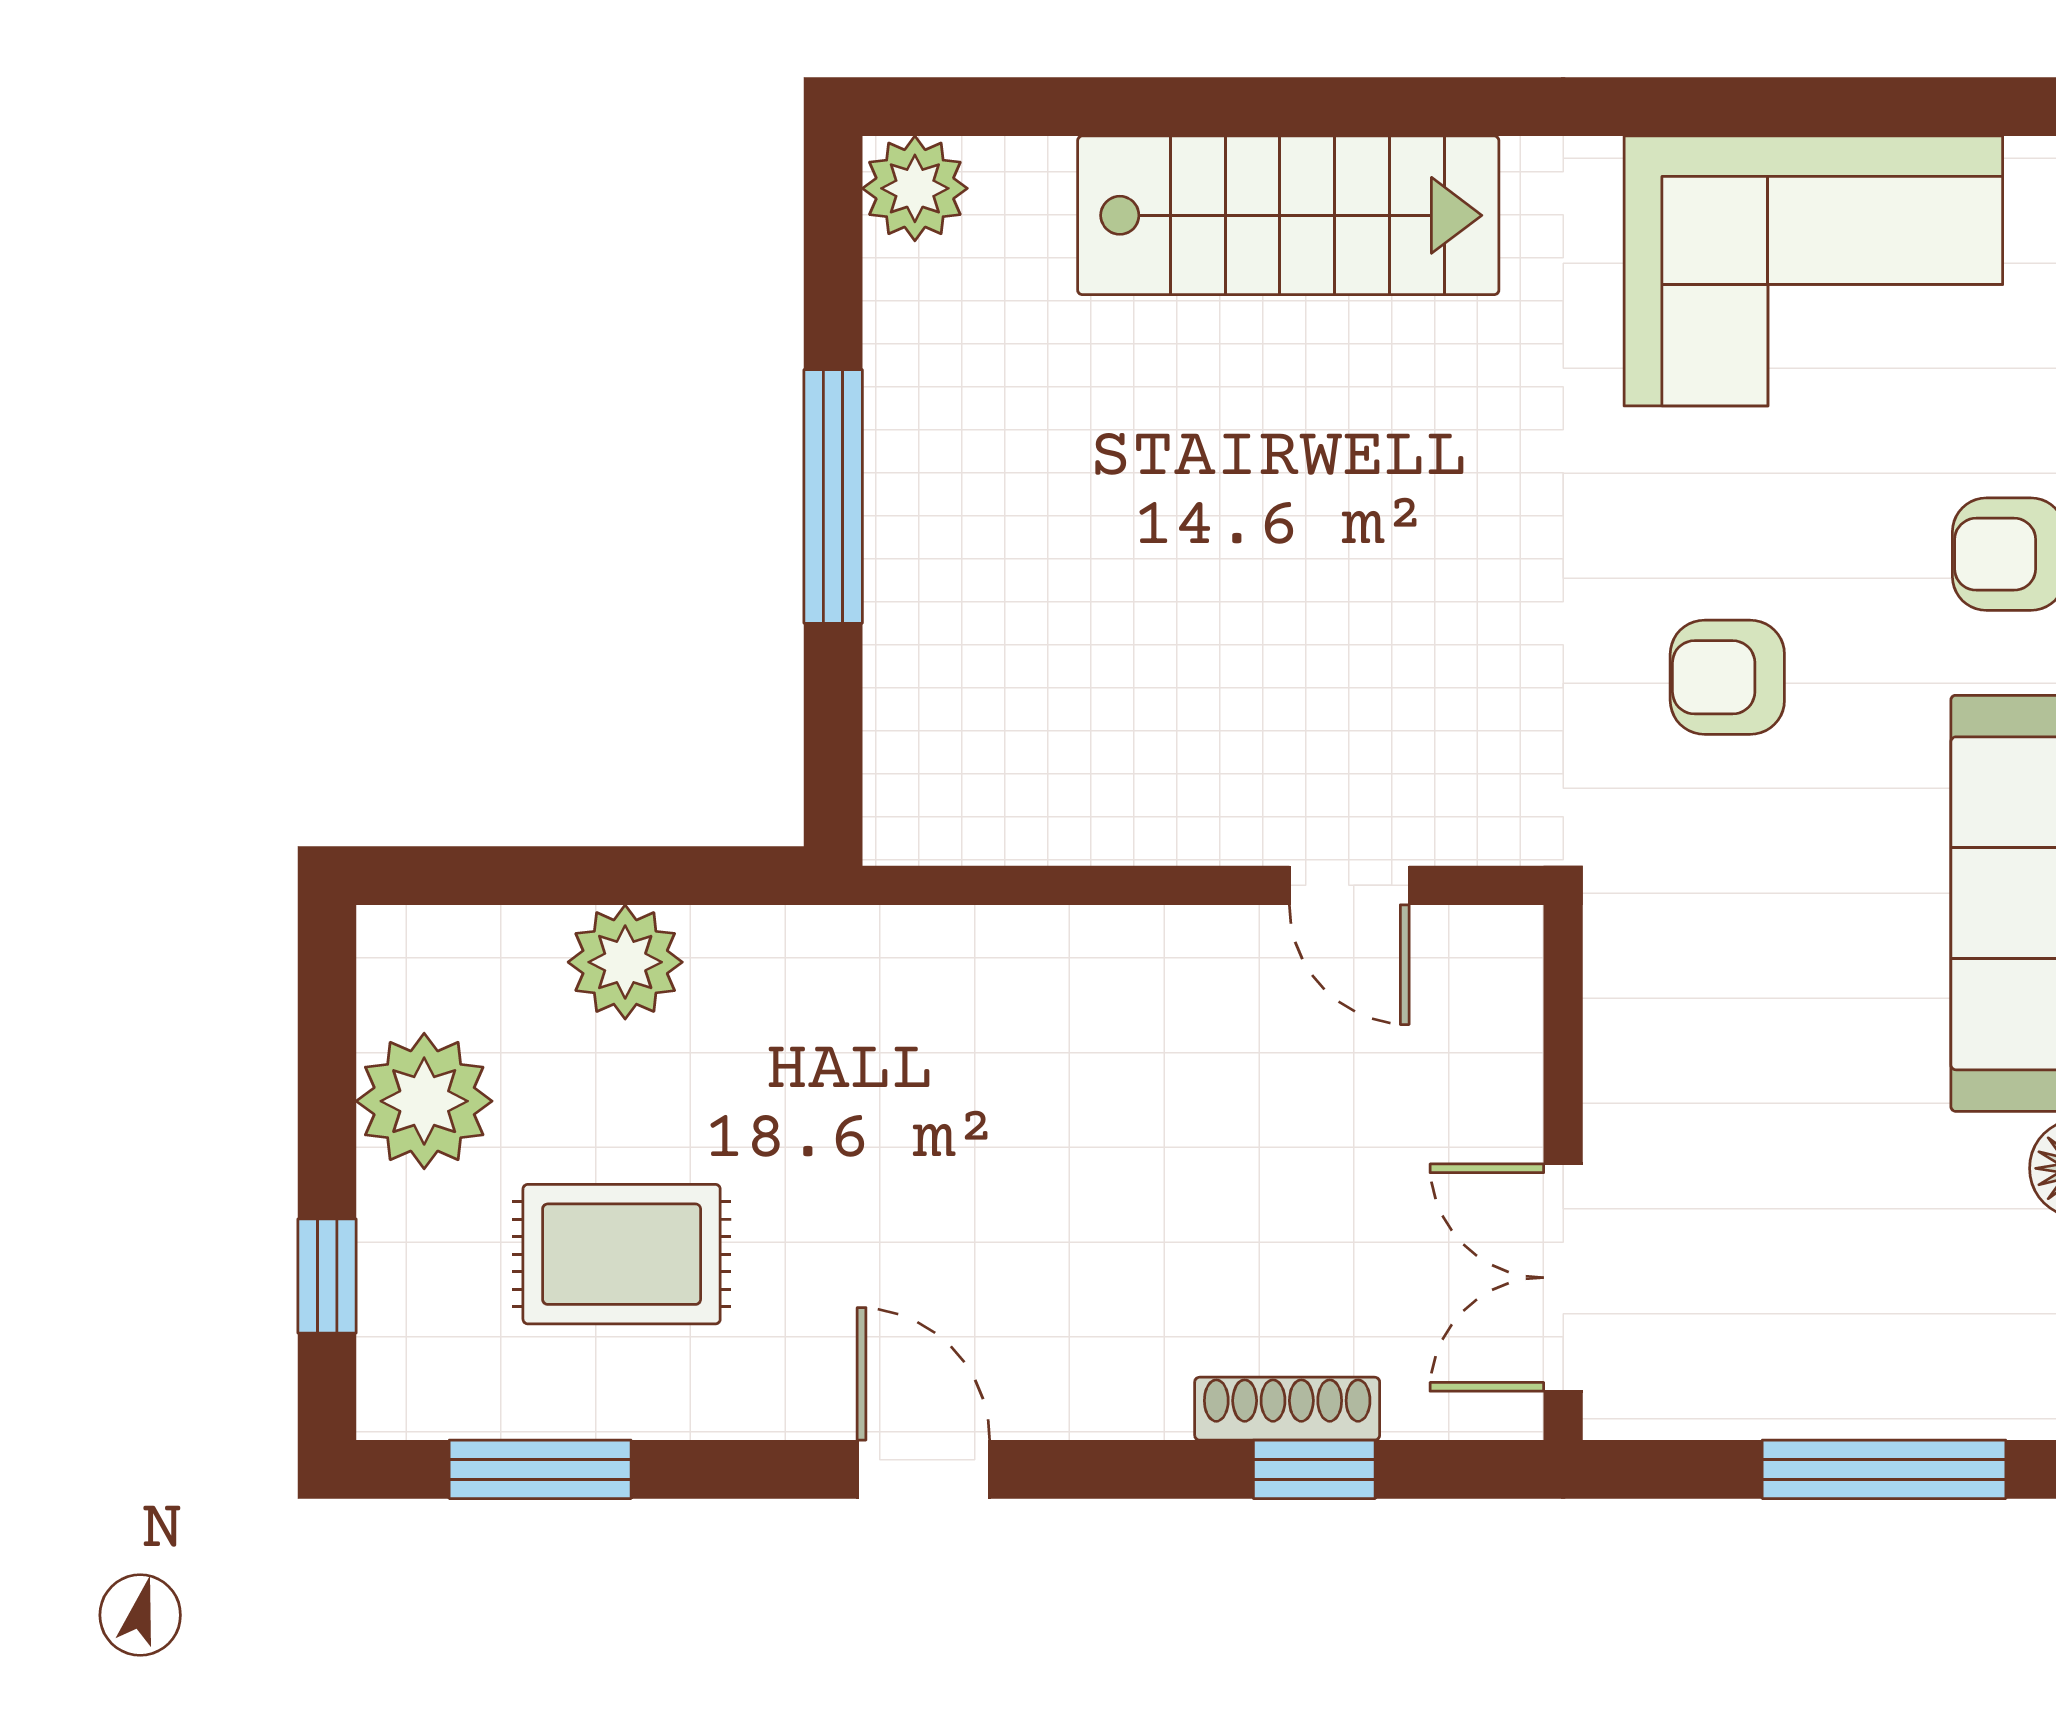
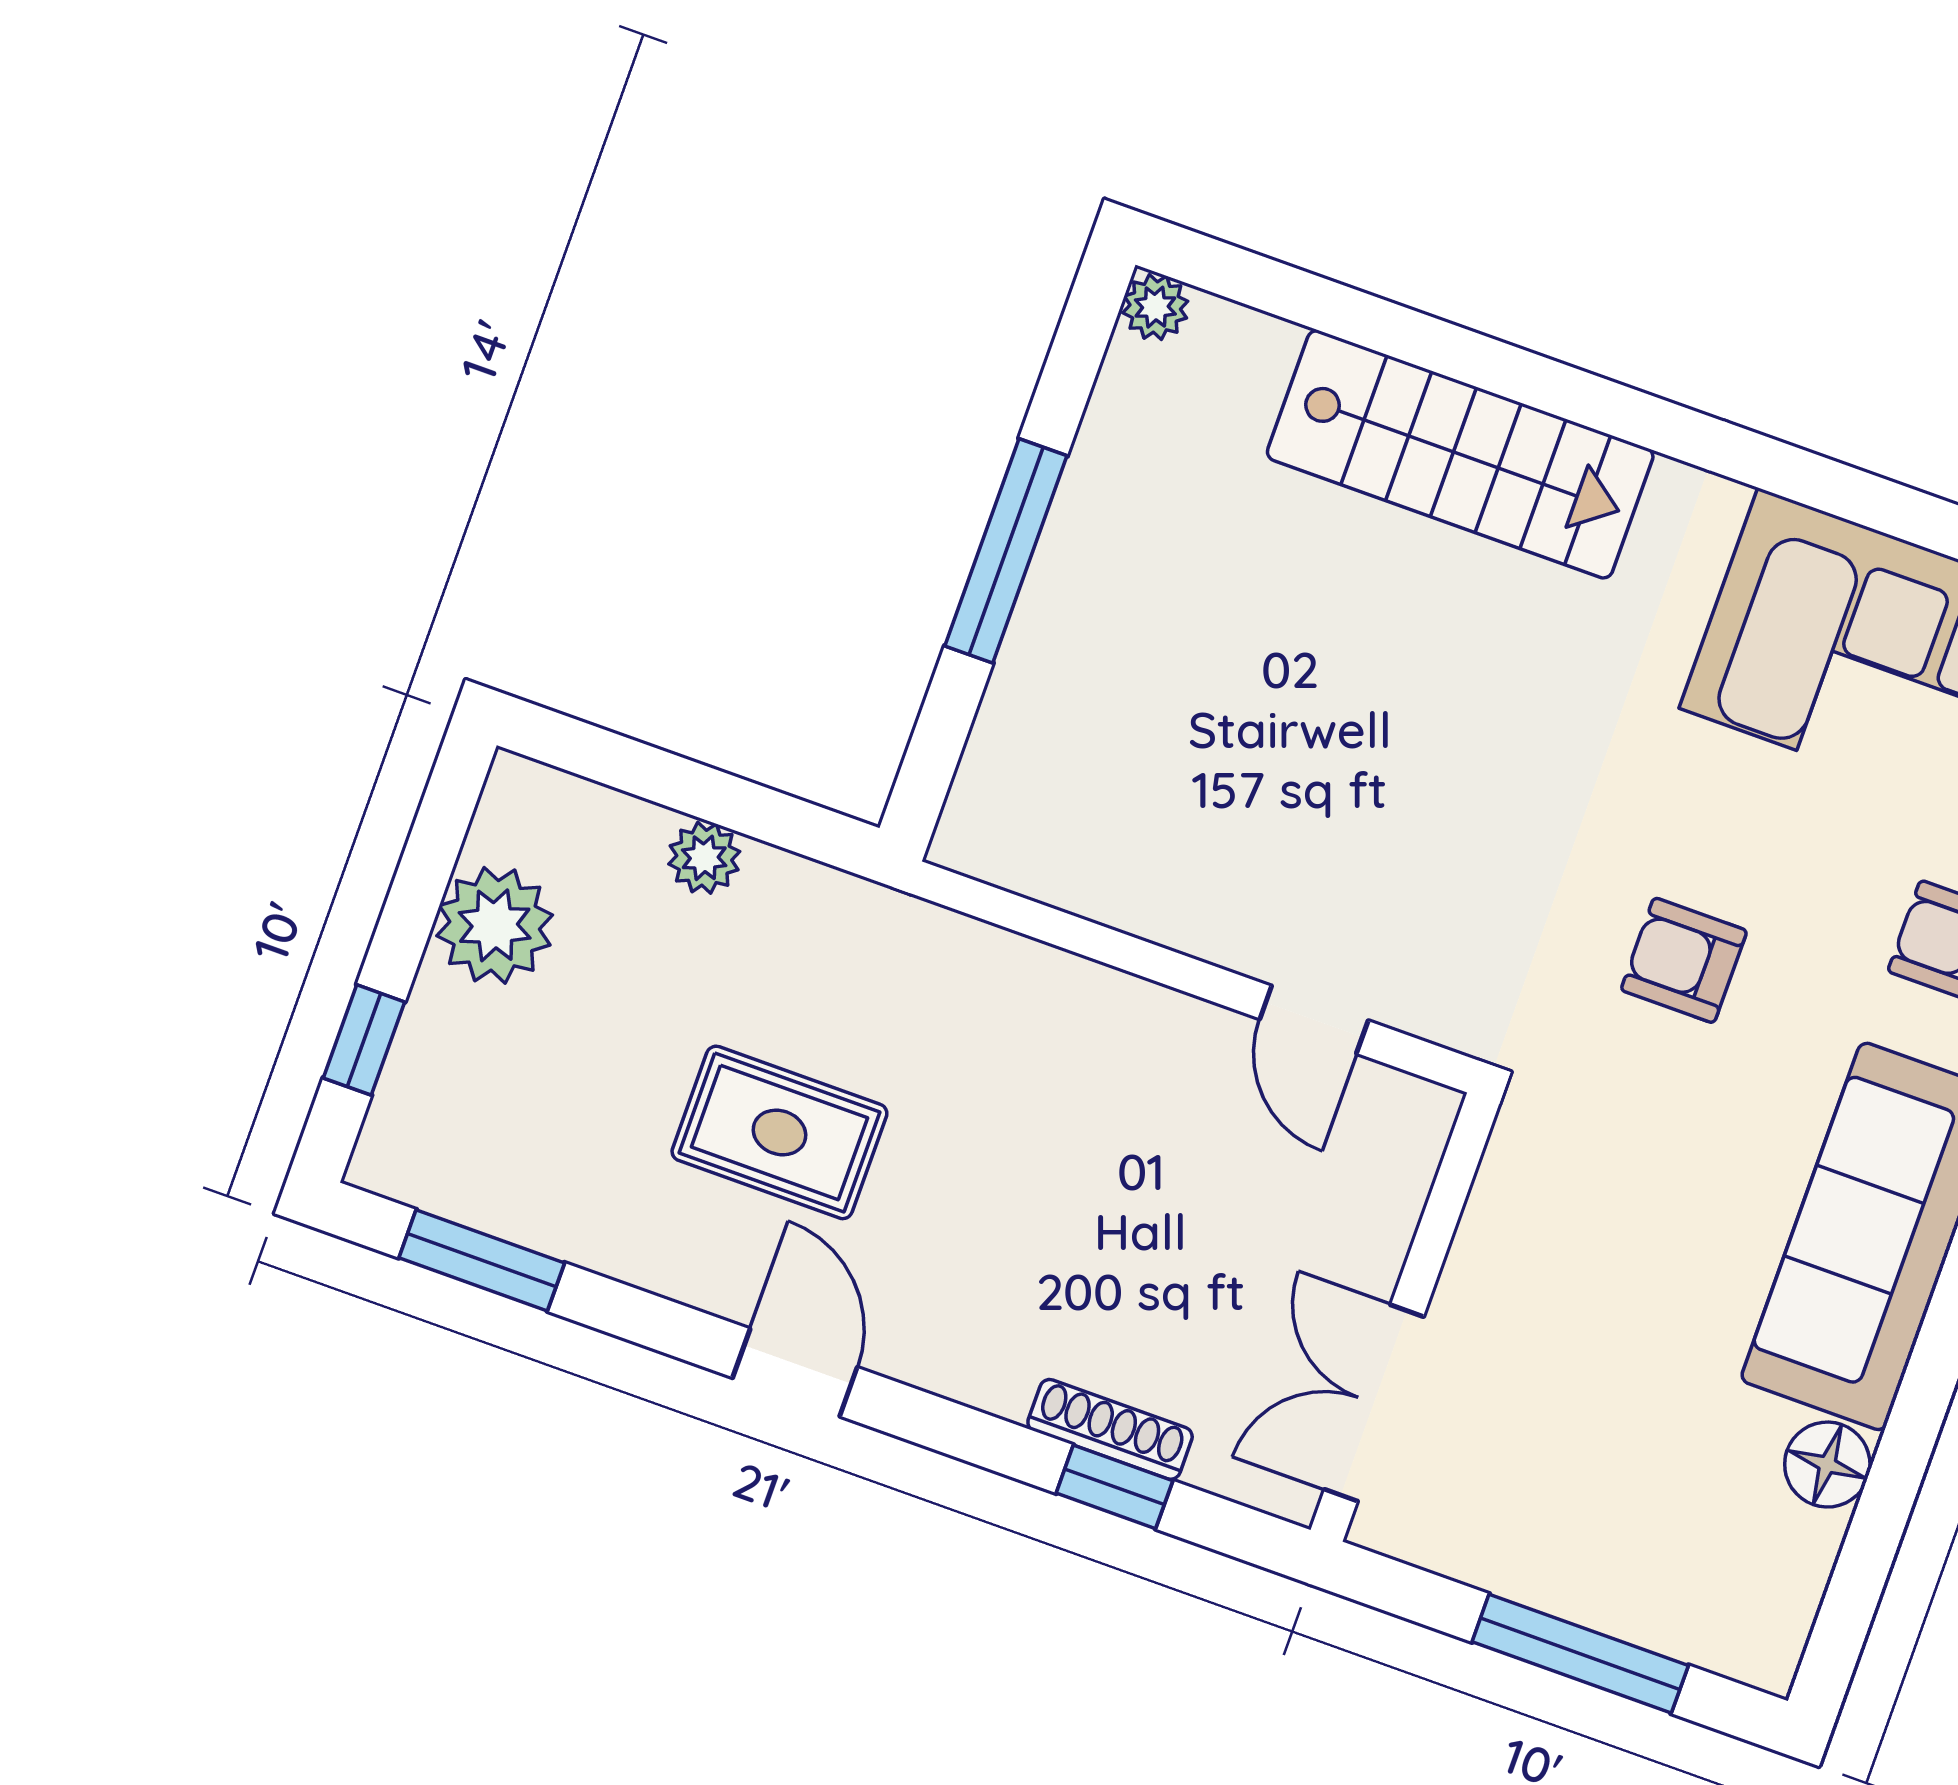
plant: (915, 188) -> (1155, 307), width x0.73, depth x0.73
plant: (625, 962) -> (704, 858), width x0.73, depth x0.73
rug: (622, 1254) -> (779, 1132), moved

